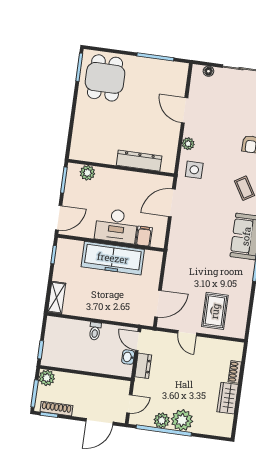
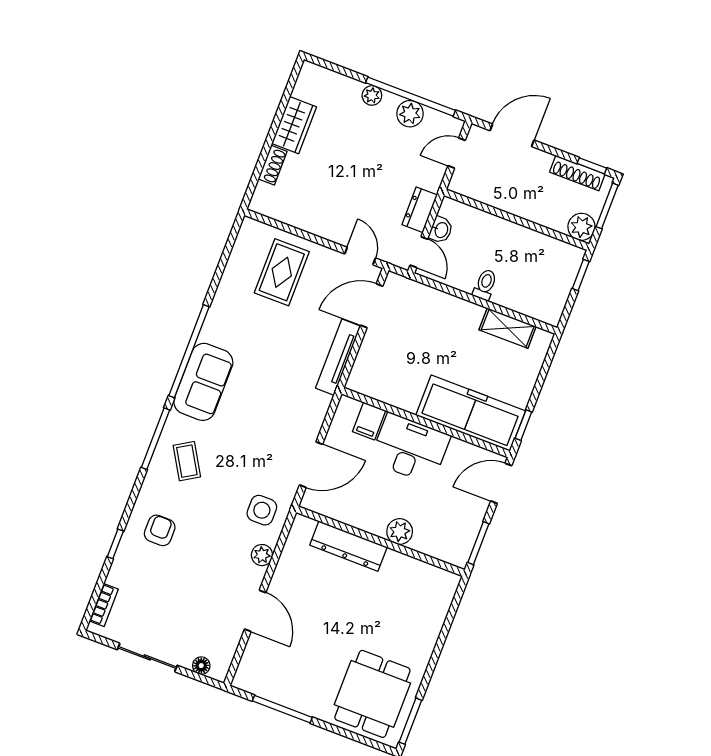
plant: (87, 173) -> (400, 532), moved
freezer: (113, 258) -> (471, 413), moved
tv unit: (171, 269) -> (338, 357), added
shelving: (57, 298) -> (508, 328), moved, turned 90
door: (187, 333) -> (360, 256), moved
plant: (182, 420) -> (372, 95), width x0.53, depth x0.53

